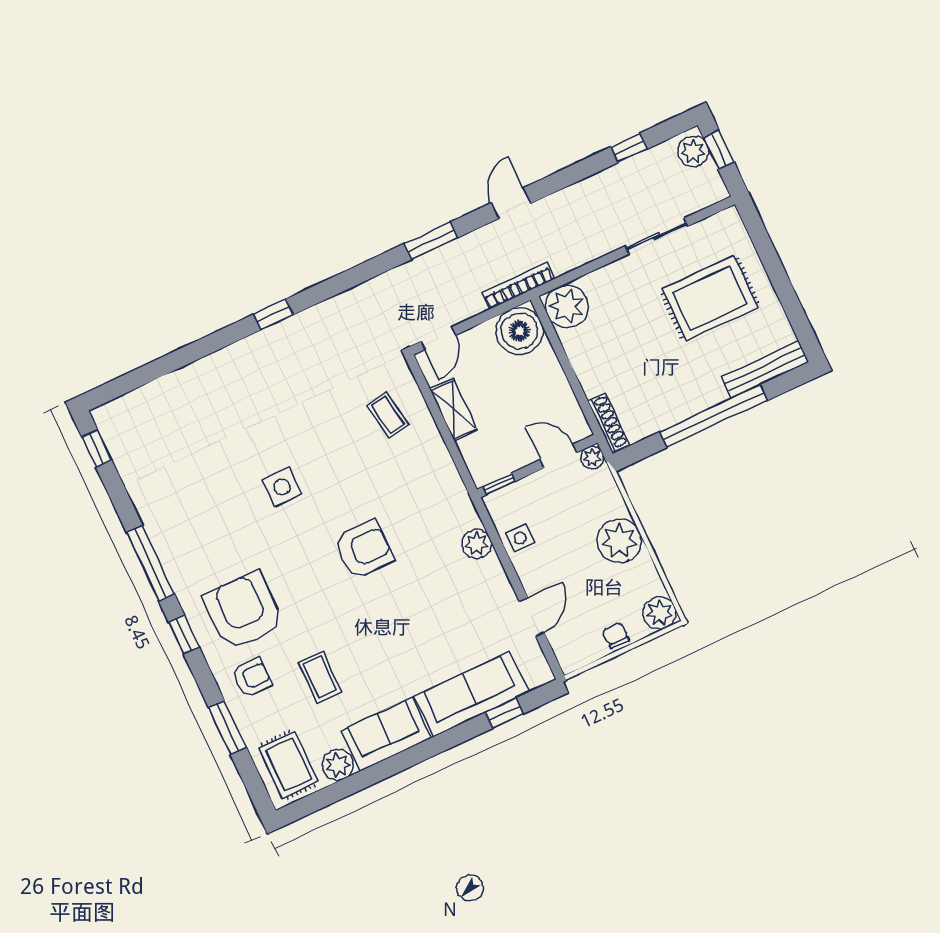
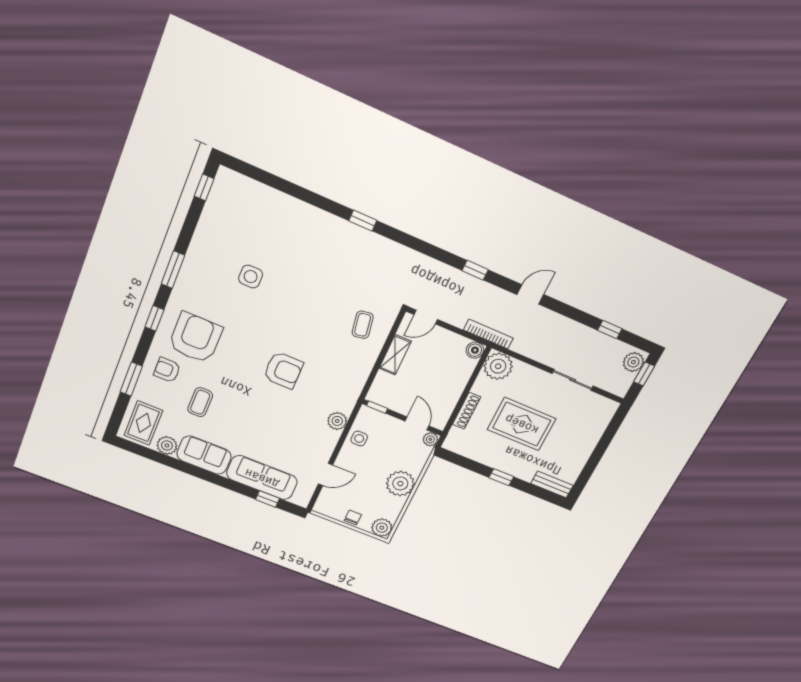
window: (431, 241) -> (475, 270), width x0.67
rug: (710, 298) -> (522, 424), moved
boiler: (519, 331) -> (475, 350), width x0.54, depth x0.54
bench: (765, 369) -> (552, 484), width x0.73
window: (714, 416) -> (501, 477), width x0.32
shoe rack: (609, 423) -> (467, 411), moved
side table: (282, 487) -> (251, 277), moved
window: (150, 563) -> (173, 270), width x0.69
armchair: (252, 677) -> (167, 370), turned 180

